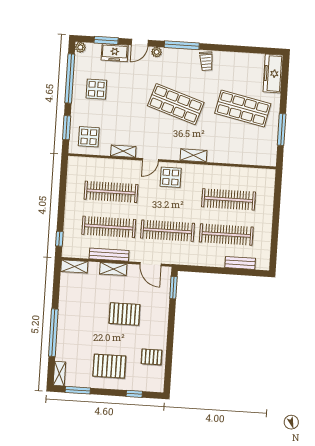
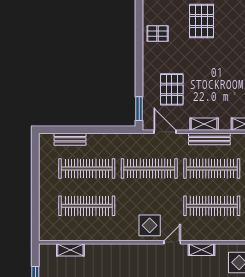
shelving: (194, 155) -> (70, 250), moved
pallet: (124, 314) -> (172, 89), moved, turned 90
pallet: (109, 366) -> (202, 21), turned 90

